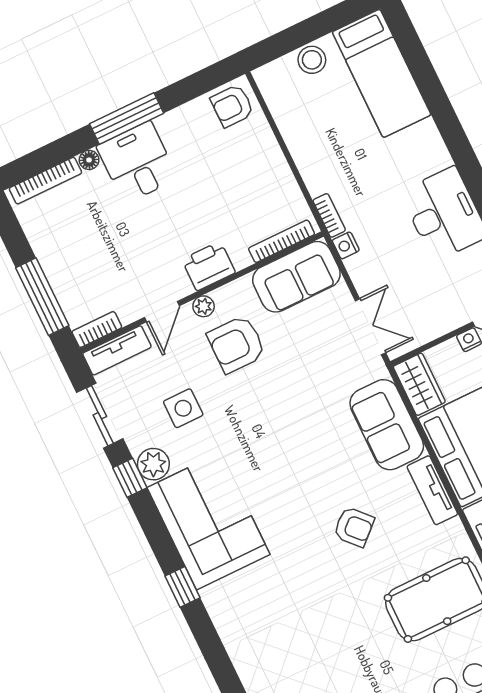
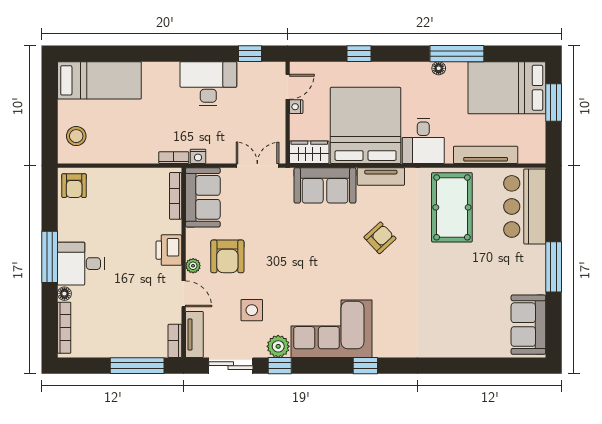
stool: (312, 60) -> (76, 136), moved

